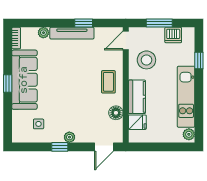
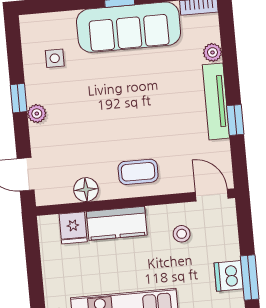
window: (159, 23) -> (250, 277), moved
stool: (146, 60) -> (182, 234), width x0.53, depth x0.53

